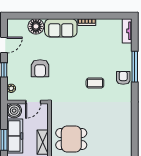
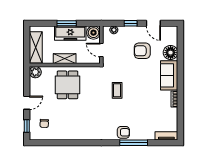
armchair: (40, 68) -> (142, 51), moved
coffee table: (95, 83) -> (117, 90), moved

